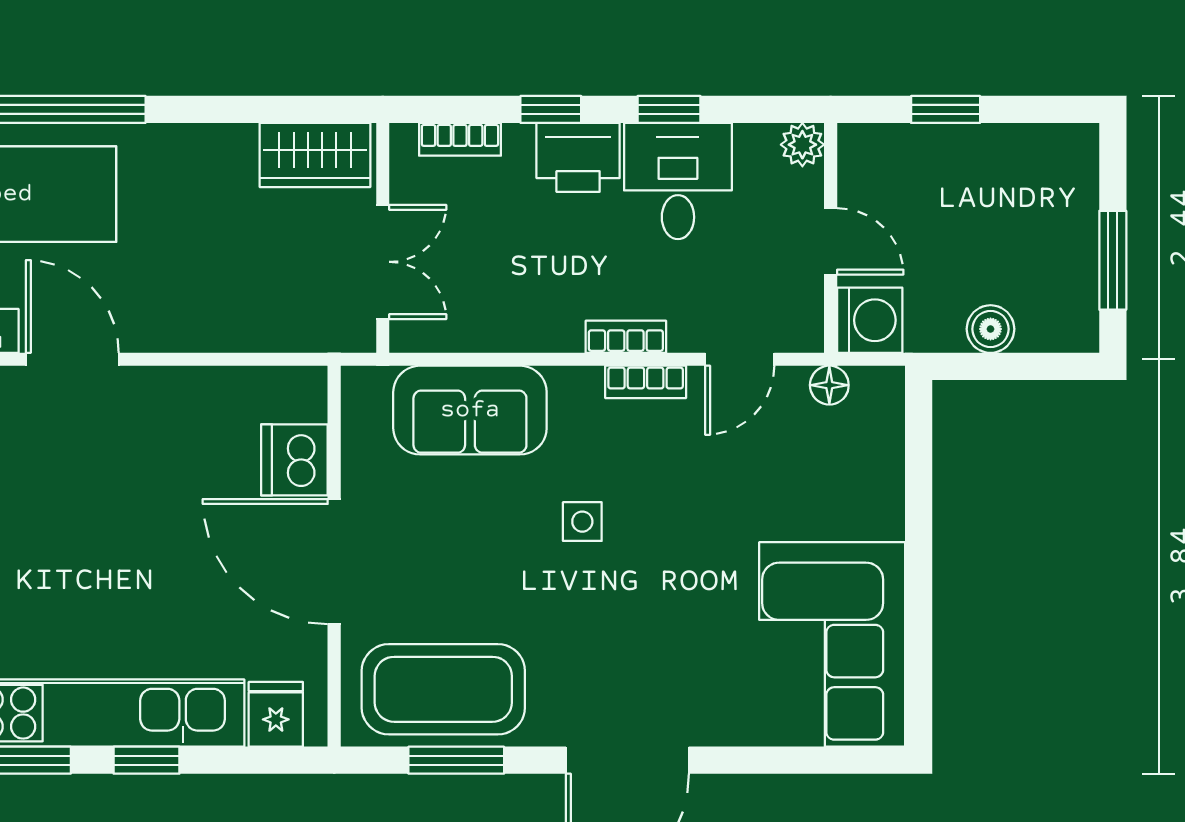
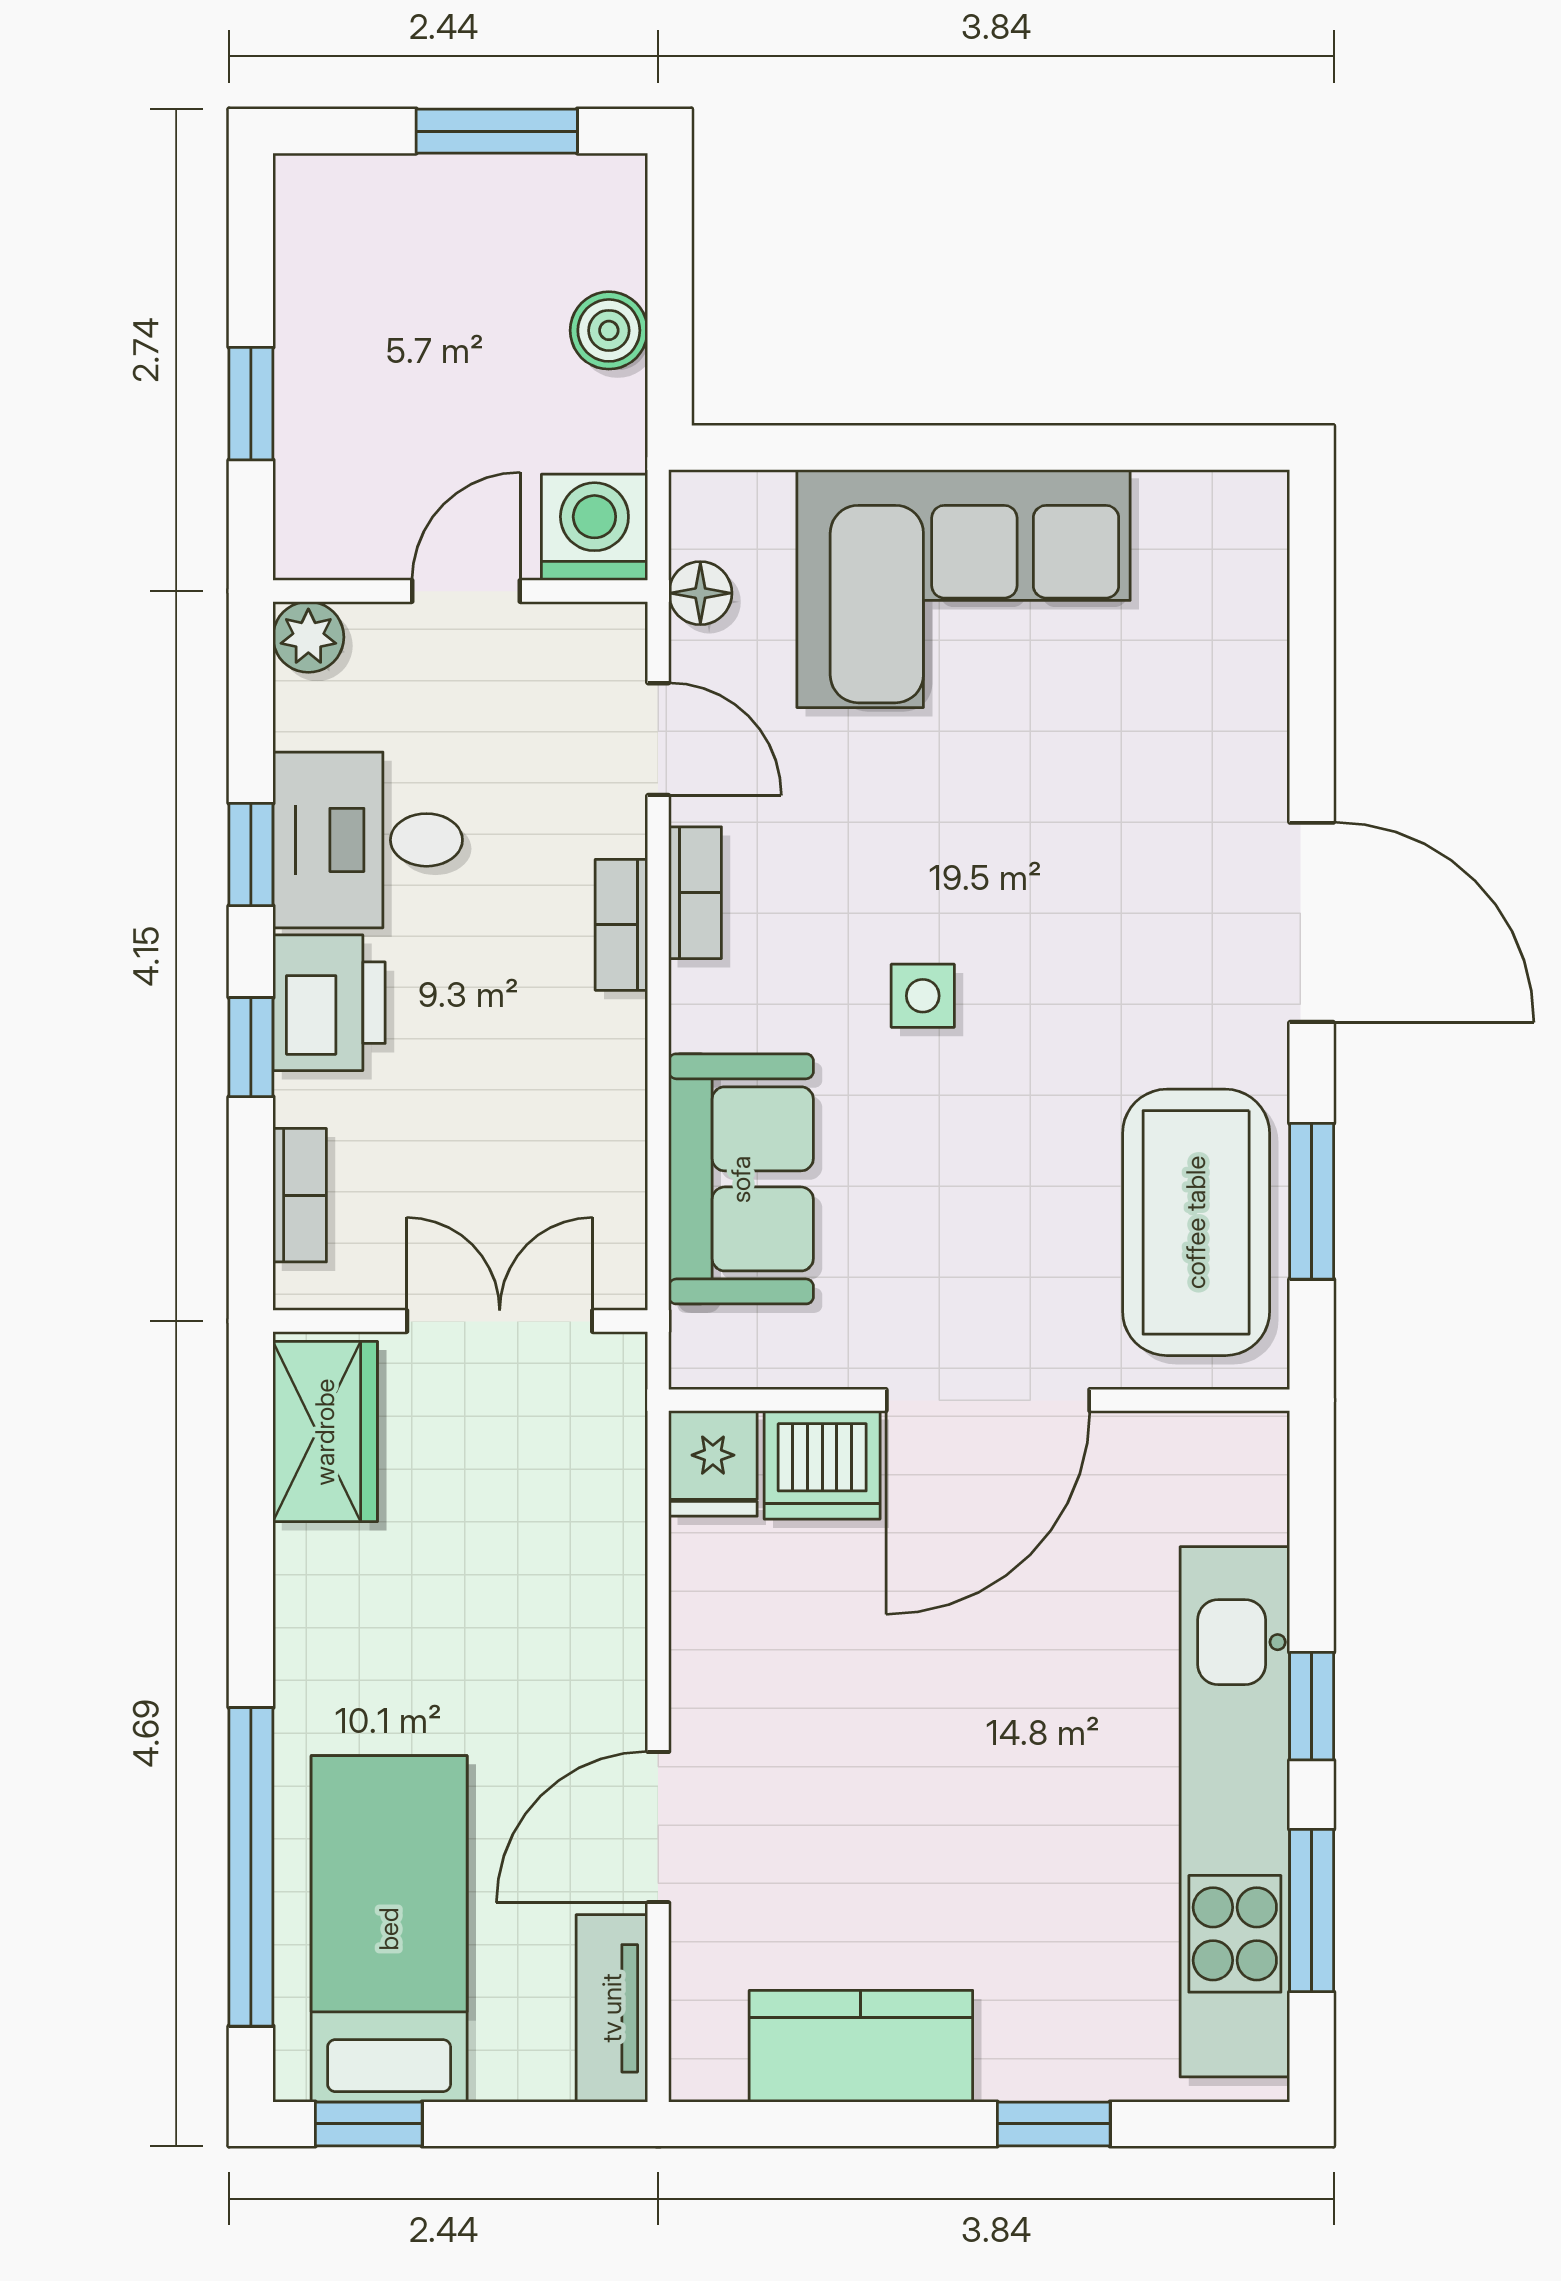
corner sofa: (832, 644) -> (963, 589), moved
fridge: (276, 714) -> (713, 1463), moved, turned -90

